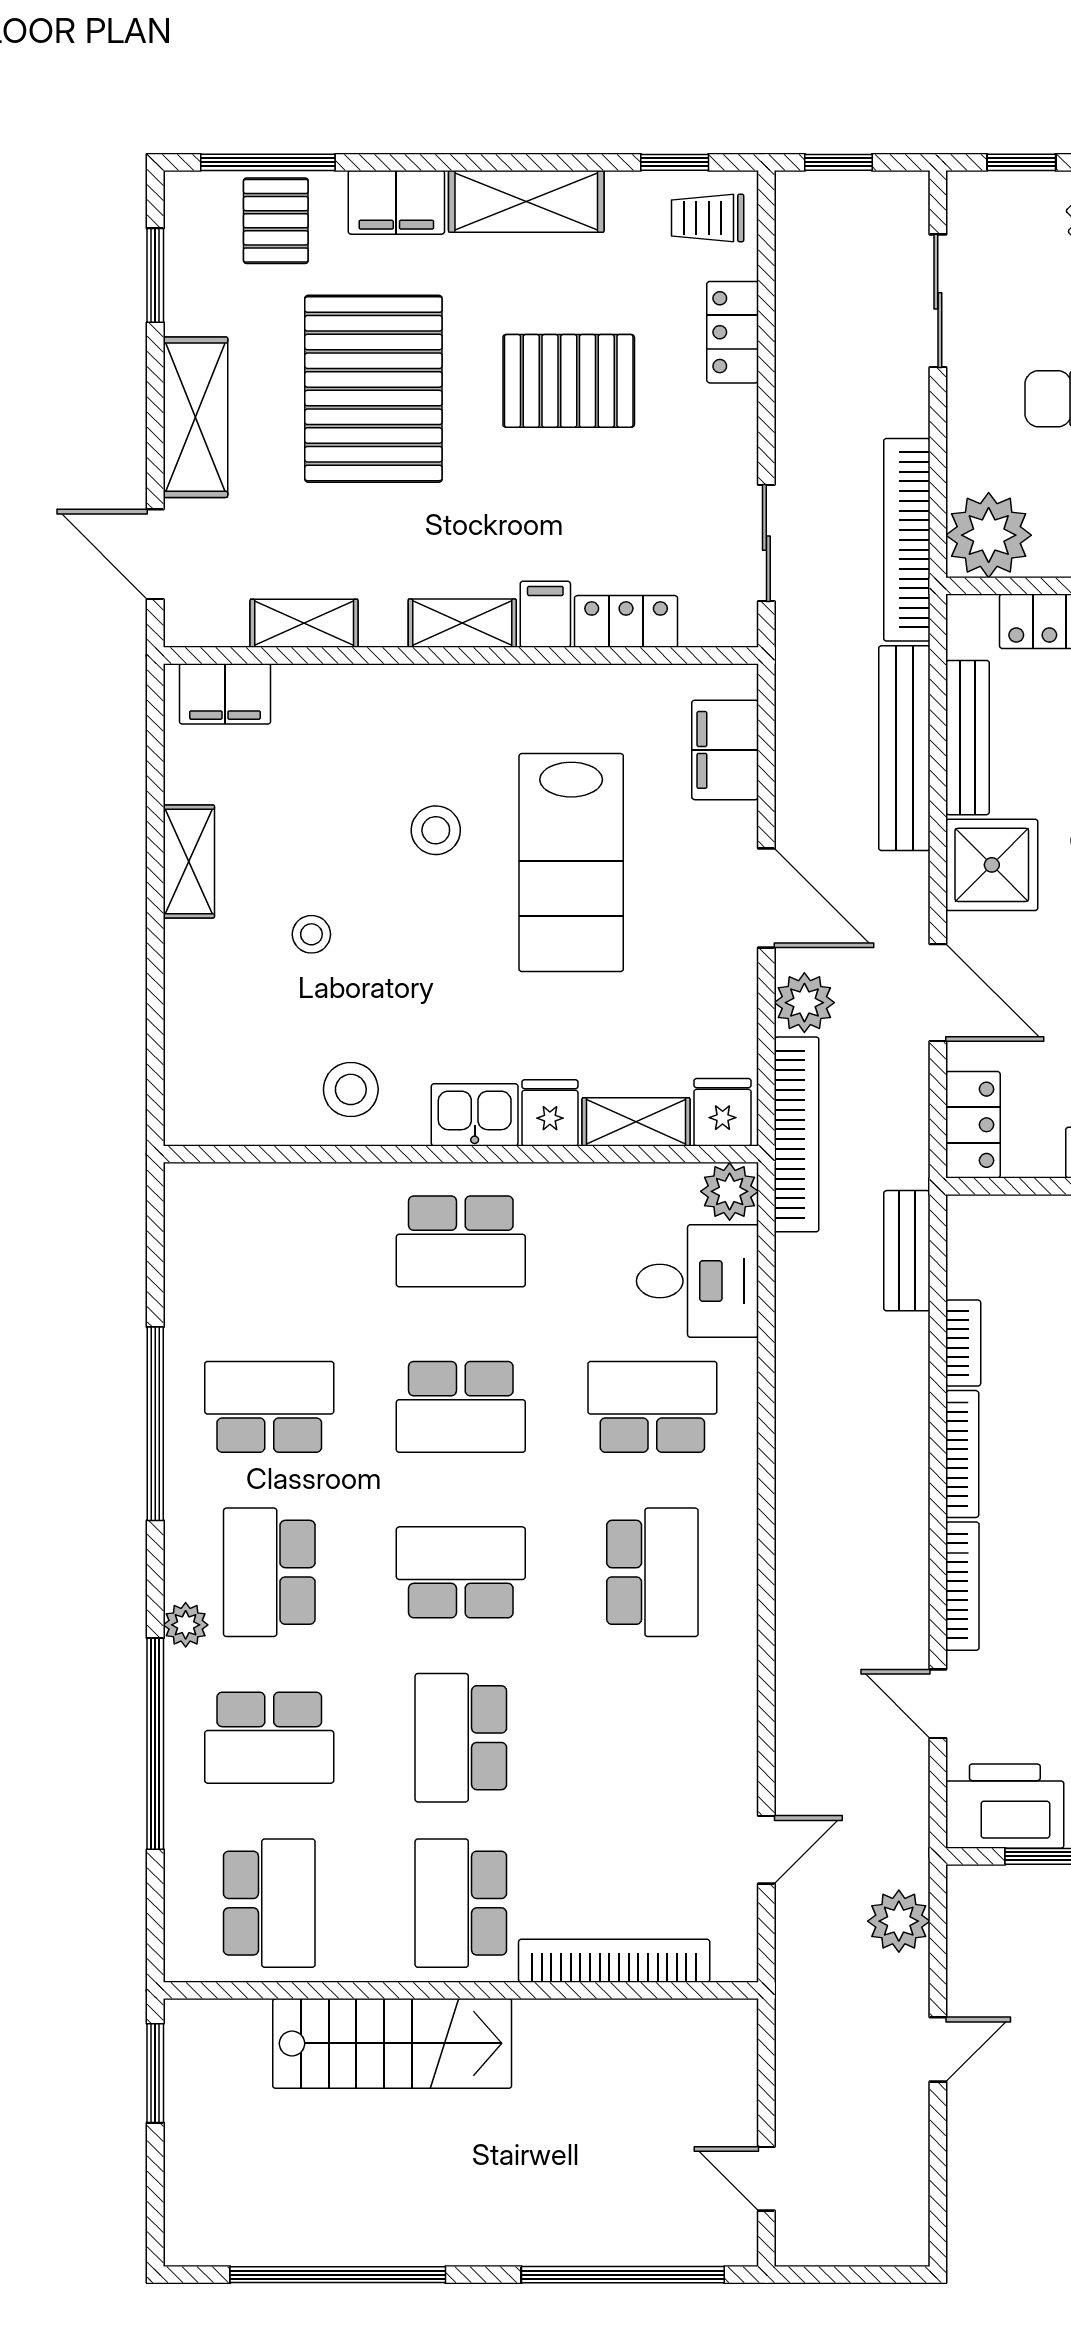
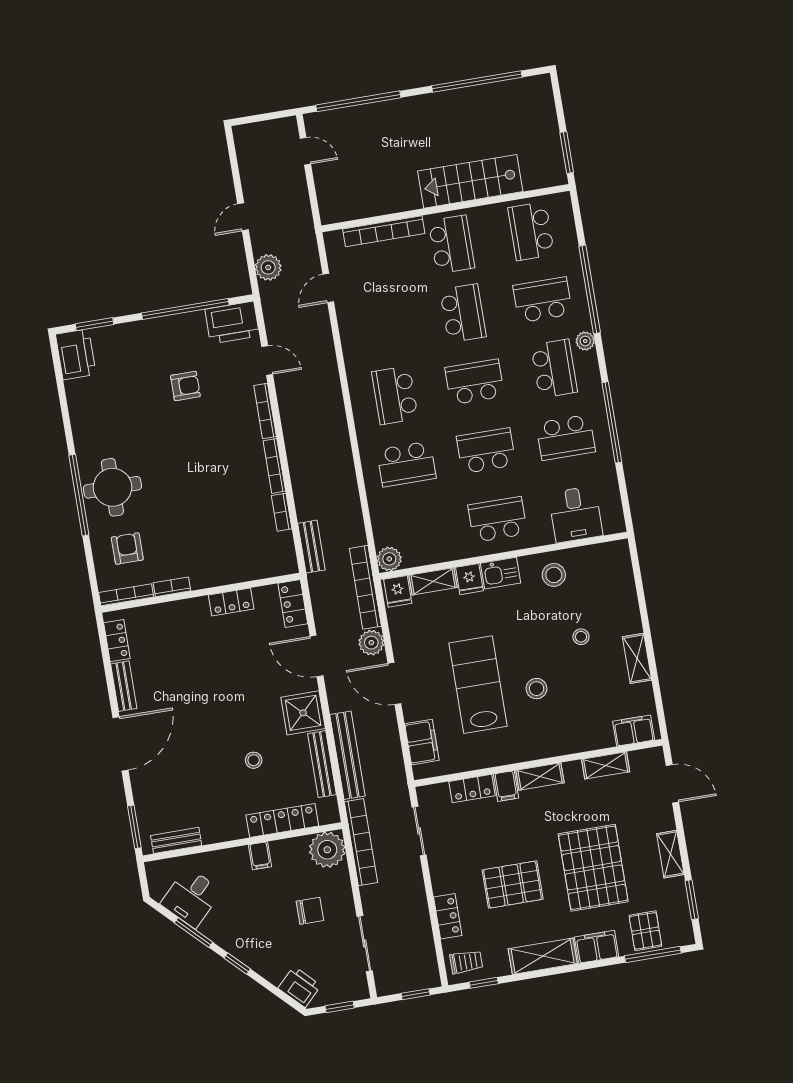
shelving: (195, 417) -> (670, 854), width x0.67, depth x0.75
desk: (697, 1281) -> (576, 514), moved, turned -90
school desk: (461, 1572) -> (475, 382), turned 180

